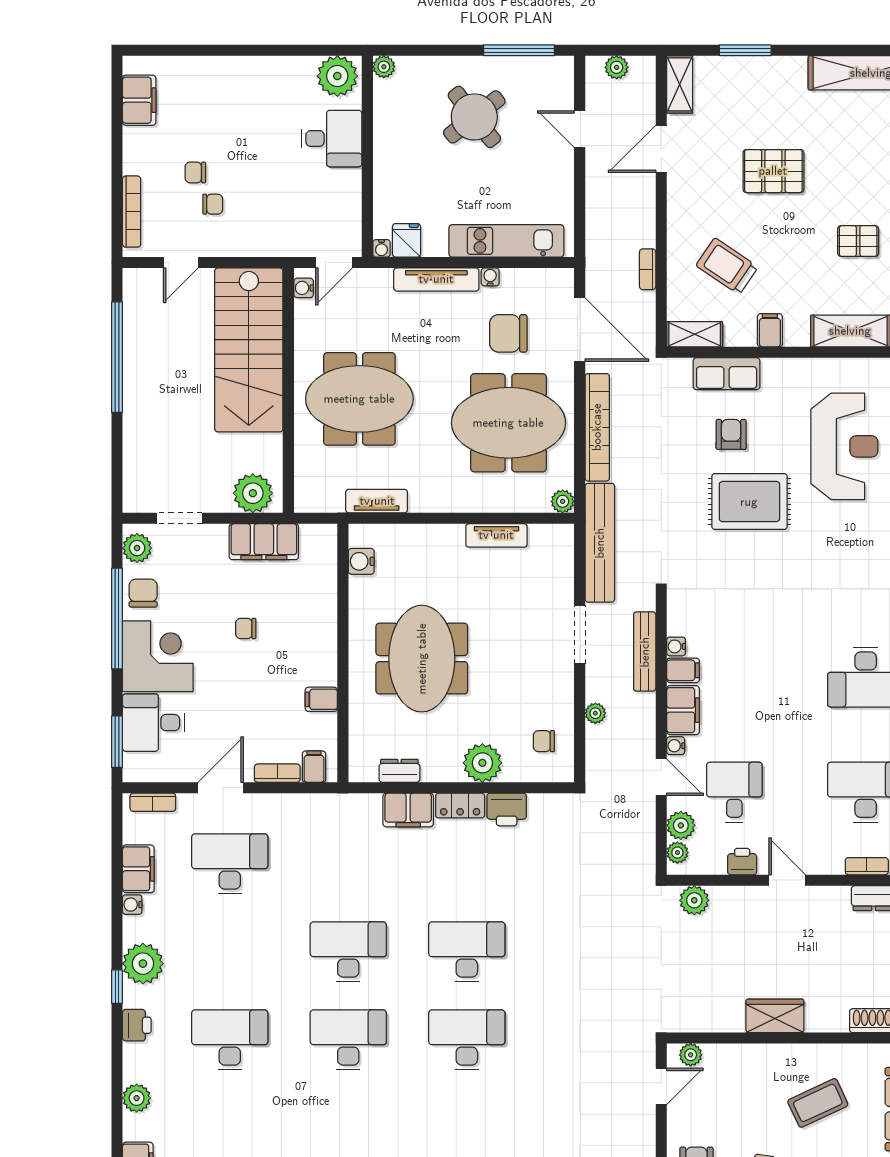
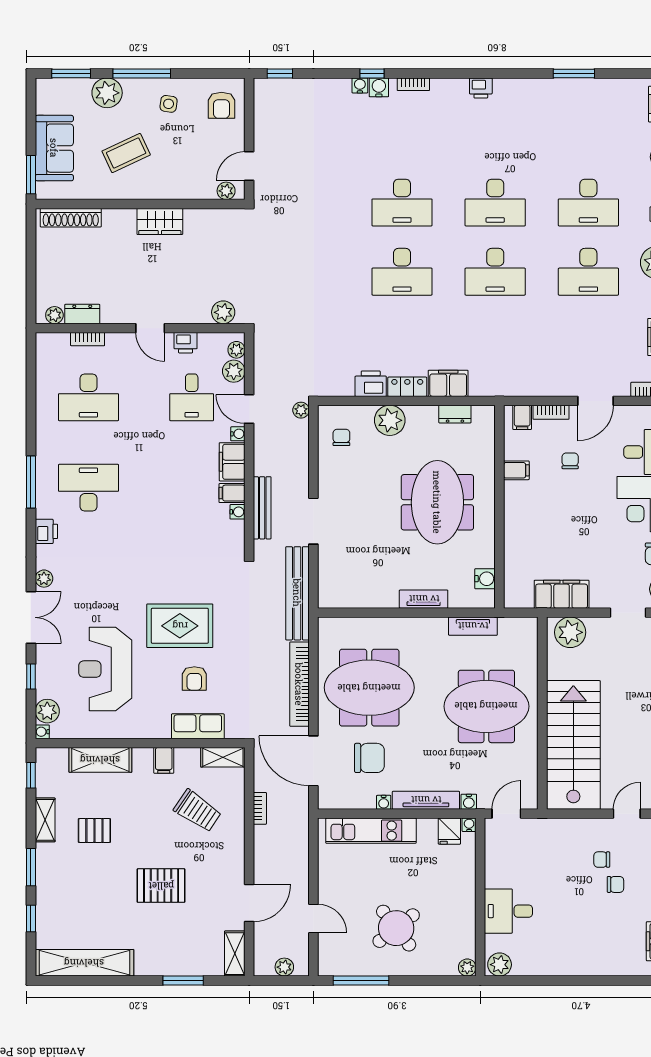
plant: (337, 76) -> (500, 965), width x0.73, depth x0.73
water cooler: (304, 288) -> (469, 802), moved, turned 90
plant: (563, 501) -> (327, 626), removed
tv unit: (496, 535) -> (424, 599), moved
chair: (246, 628) -> (570, 461), moved, turned -90
plant: (595, 713) -> (301, 410), moved
chair: (544, 741) -> (341, 437), turned -90
desk: (230, 864) -> (588, 272), moved

